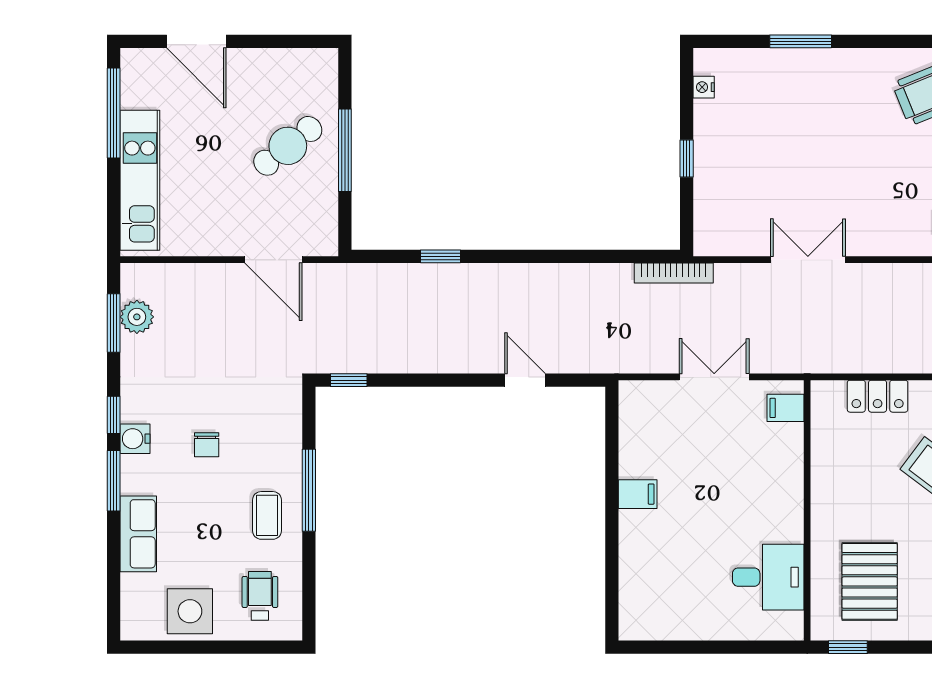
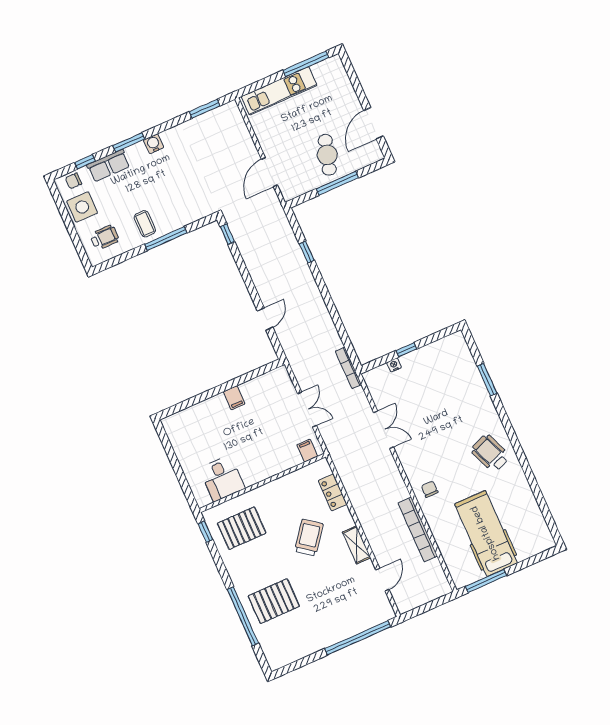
door: (196, 41) -> (374, 123), moved
nightstand: (704, 87) -> (394, 365), moved
cafe table: (288, 146) -> (327, 155), turned 54
plant: (137, 317) -> (213, 119), removed
window: (114, 415) -> (85, 162), moved
chair: (207, 445) -> (74, 181), moved
coffee table: (267, 515) -> (145, 224), turned 90

